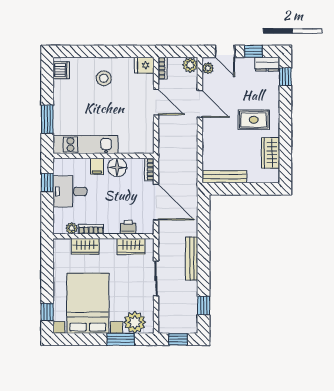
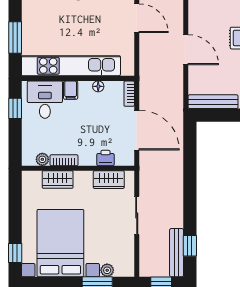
door: (200, 104) -> (186, 50), moved
kitchen unit: (85, 145) -> (71, 66), width x1.36
floor lamp: (117, 167) -> (98, 86), width x0.53, depth x0.53
desk: (70, 191) -> (45, 100), moved, turned 90
bench: (192, 259) -> (177, 253), moved
plant: (135, 322) -> (107, 270), width x0.53, depth x0.53

